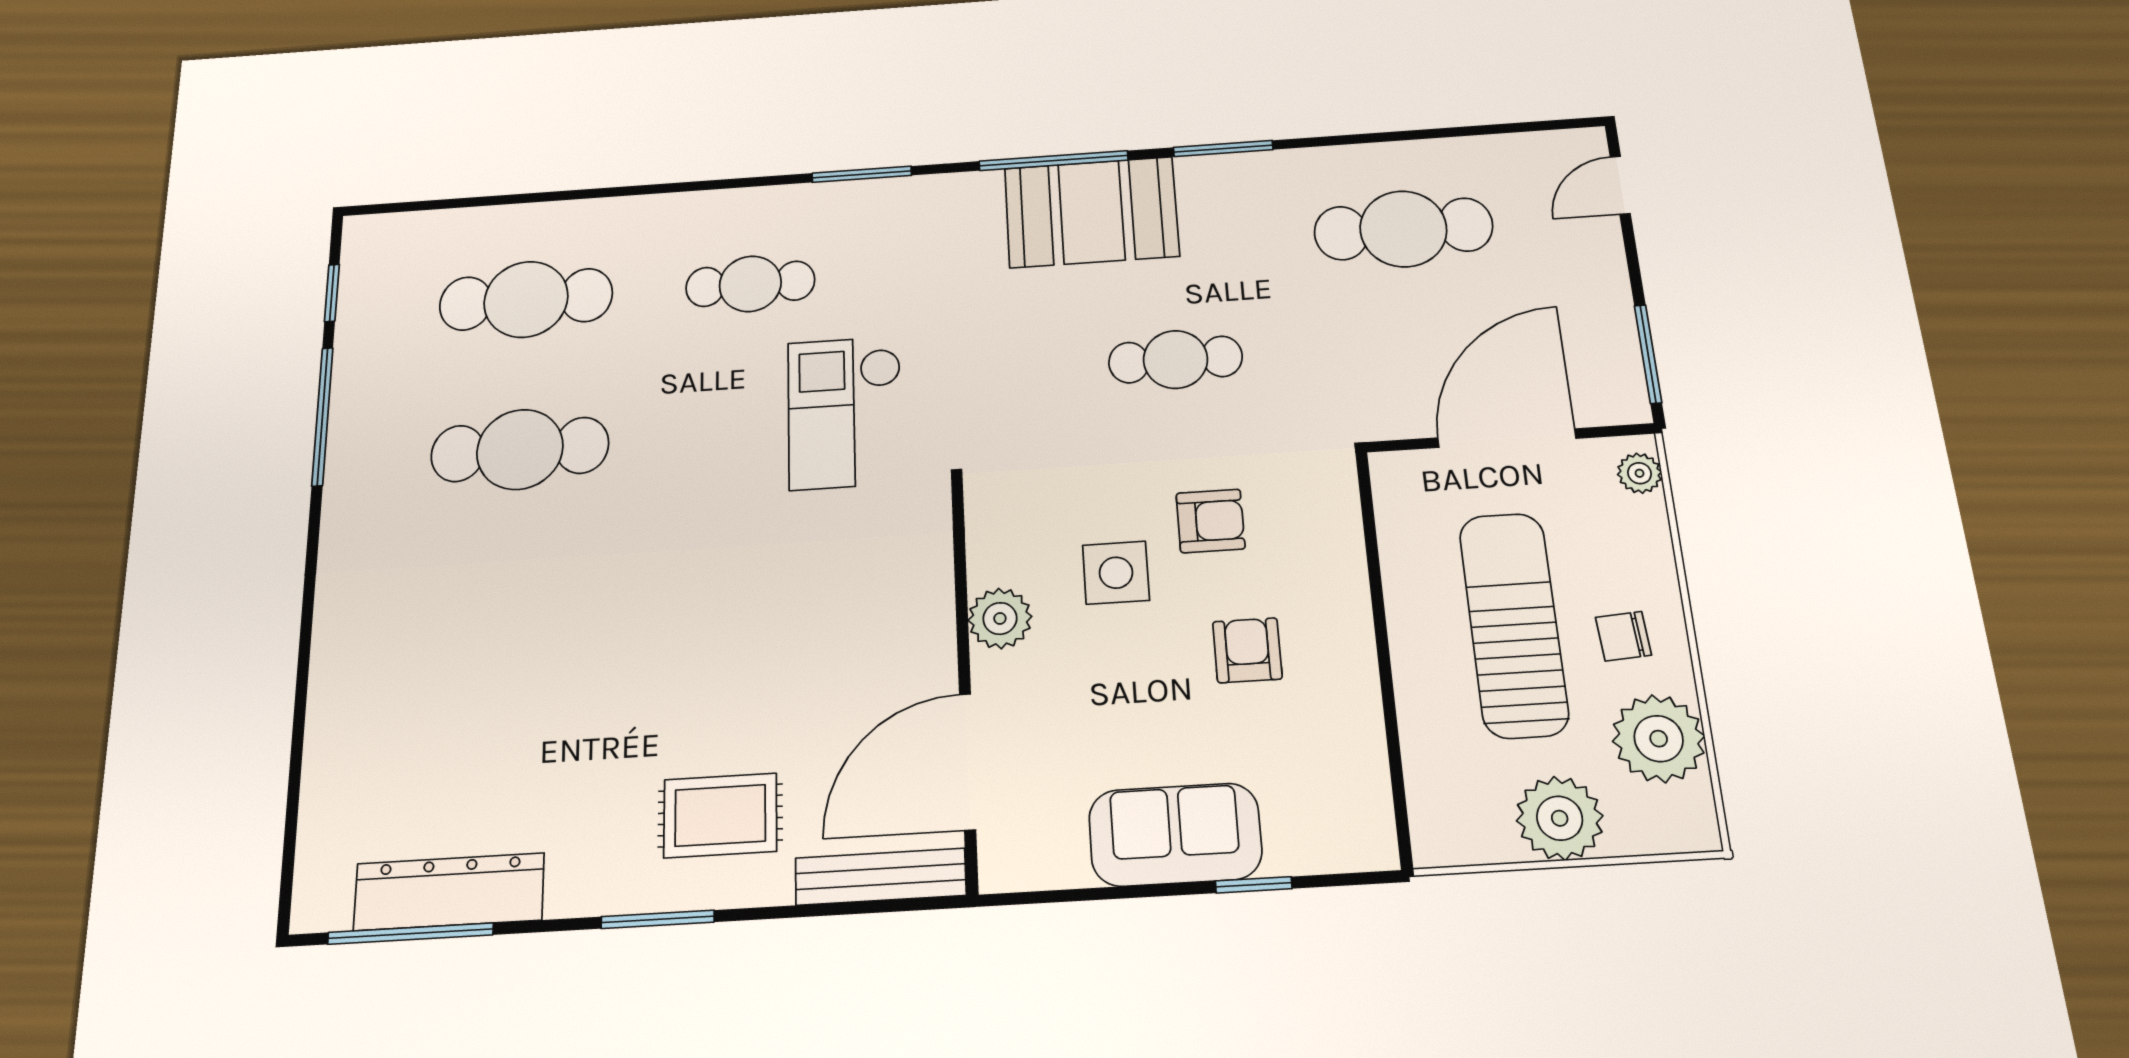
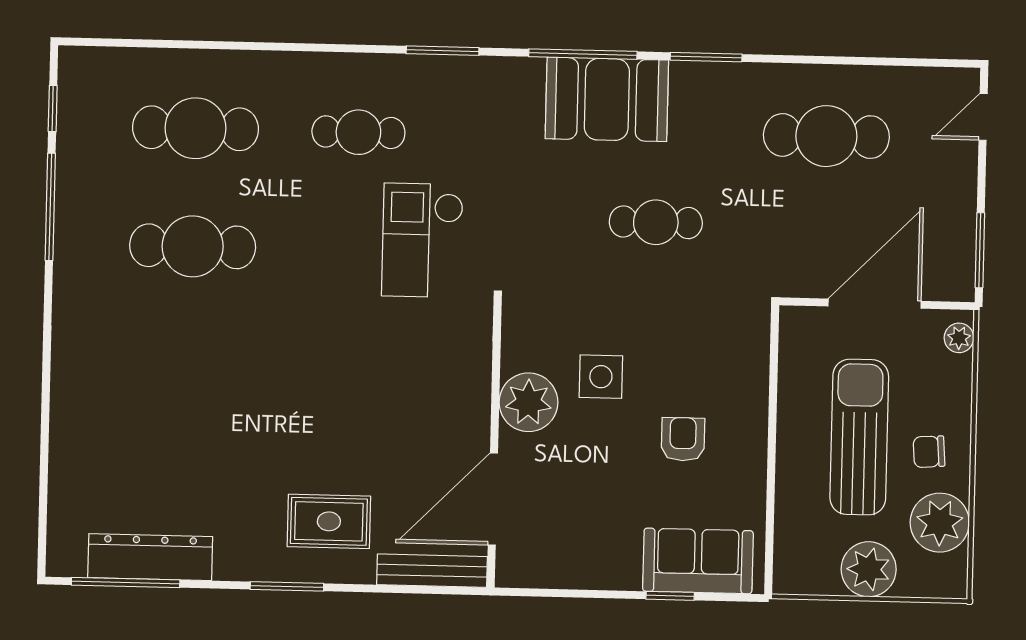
armchair: (1211, 521) -> (668, 345), removed
plant: (1000, 618) -> (528, 402), width x1.36, depth x1.36
sofa: (1175, 835) -> (698, 561), moved

